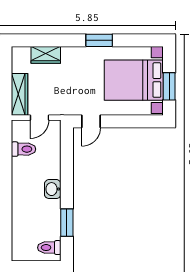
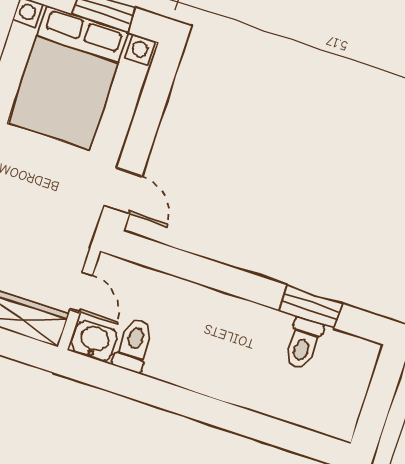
washbasin: (53, 189) -> (94, 341), moved, turned 180
toilet: (49, 248) -> (303, 344), moved

